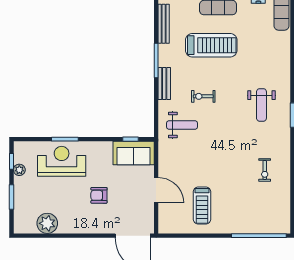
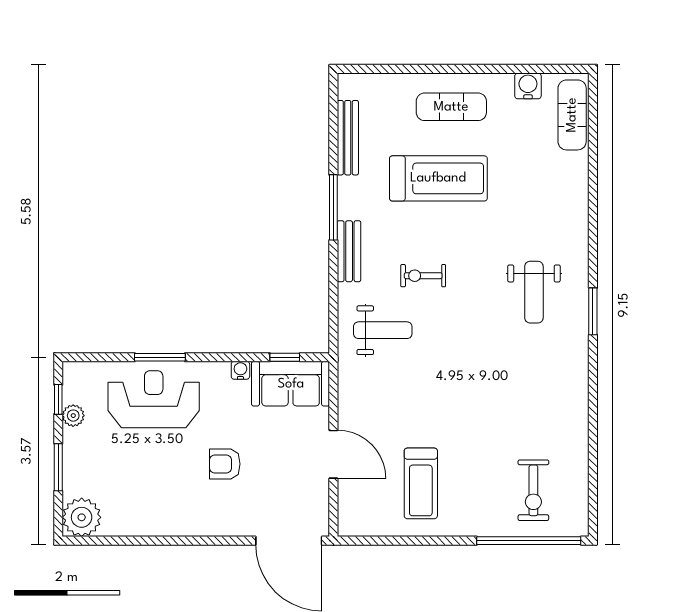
water cooler: (107, 146) -> (240, 370), added
exercise bike: (265, 170) -> (533, 490), moved, width x1.38, depth x1.39
plant: (47, 223) -> (82, 517), moved

